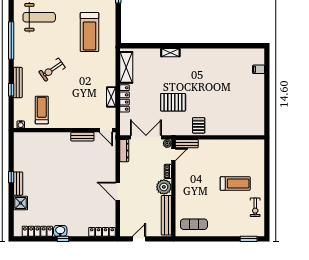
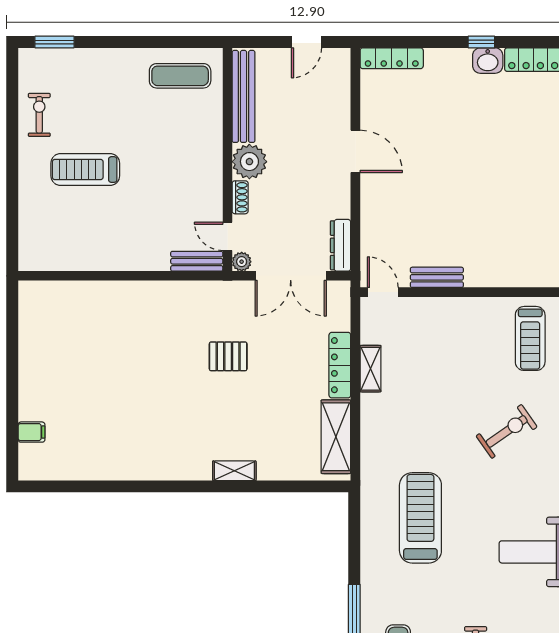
pallet: (173, 102) -> (228, 356), width x0.67, depth x0.71
pallet: (199, 125) -> (169, 303), removed
door: (173, 154) -> (227, 236), hinge flipped

